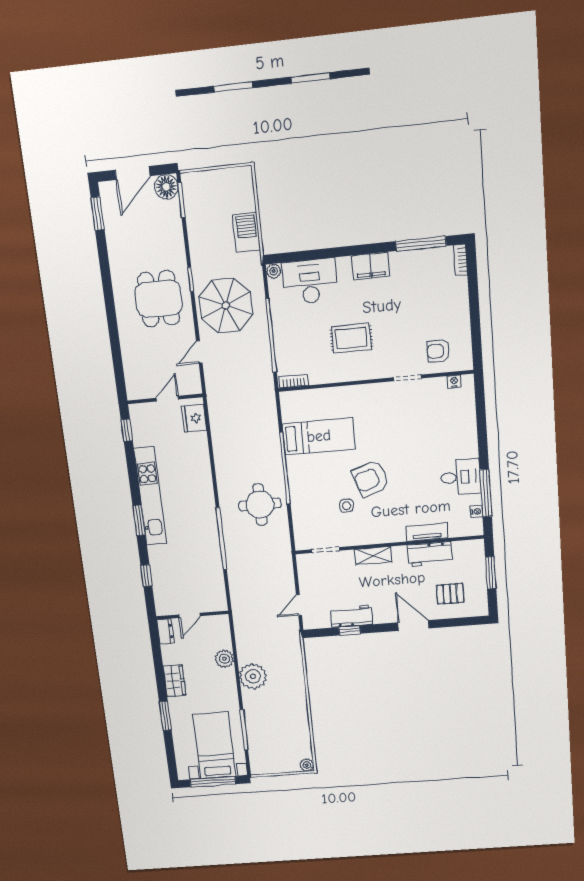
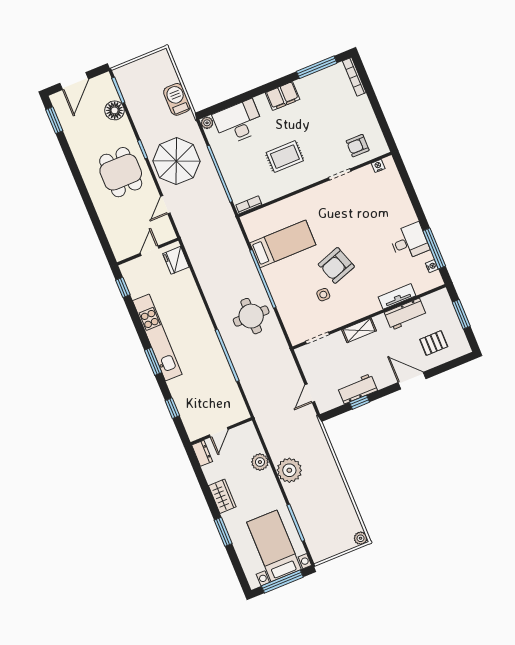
floor lamp: (166, 187) -> (115, 110), moved
bookcase: (461, 260) -> (354, 77), width x1.56

